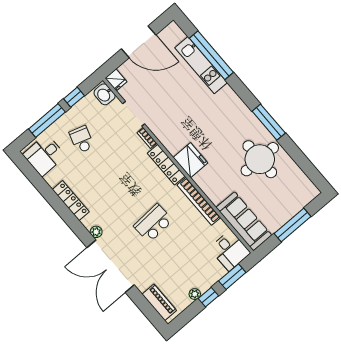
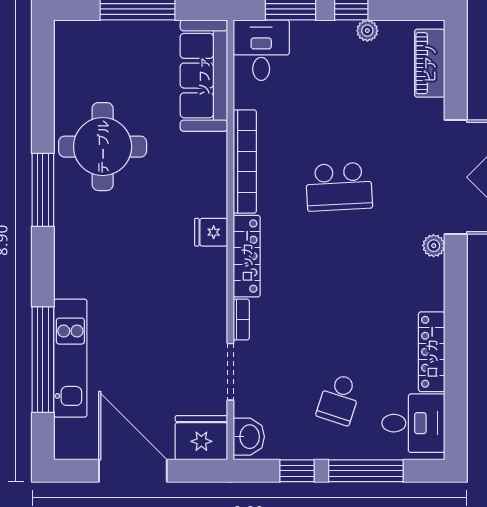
fridge: (116, 80) -> (201, 438), width x1.88, depth x1.34
fridge: (190, 160) -> (211, 232), width x0.53, depth x0.75
locker: (71, 201) -> (432, 352), moved

